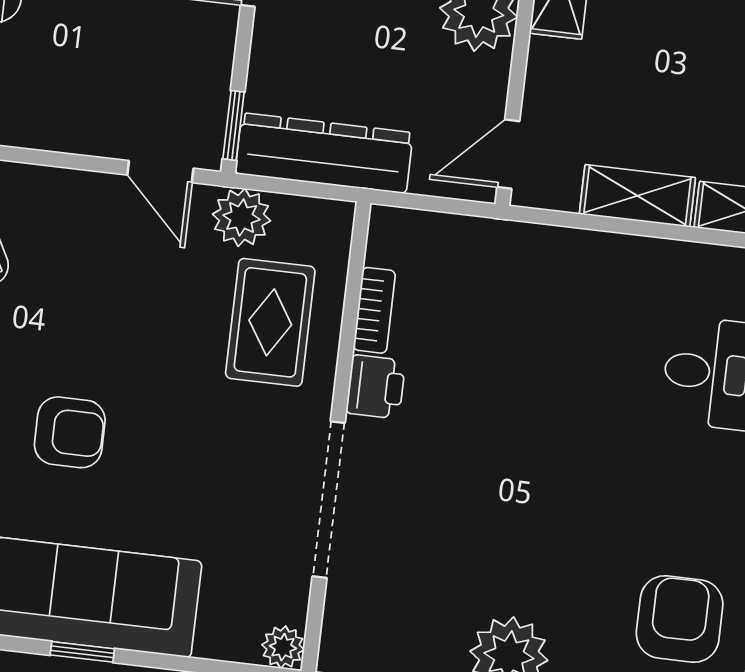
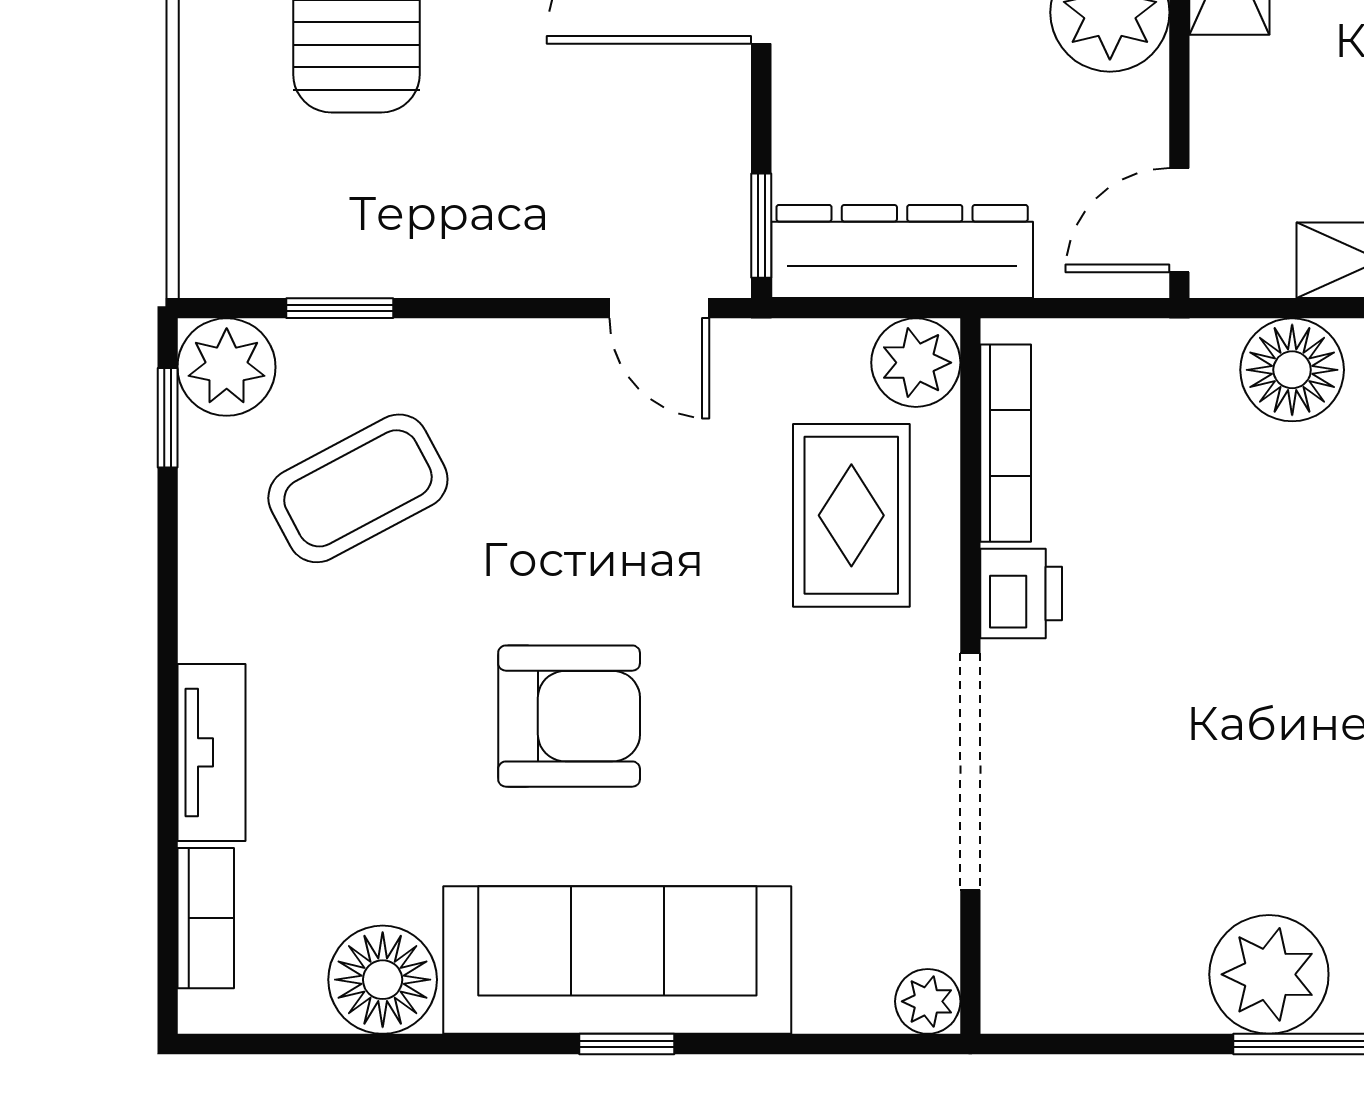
plant: (242, 217) -> (916, 363), moved
floor lamp: (571, 261) -> (1292, 370), added
bookcase: (374, 310) -> (1006, 443), width x1.56
armchair: (70, 432) -> (569, 716), width x1.38, depth x1.38

